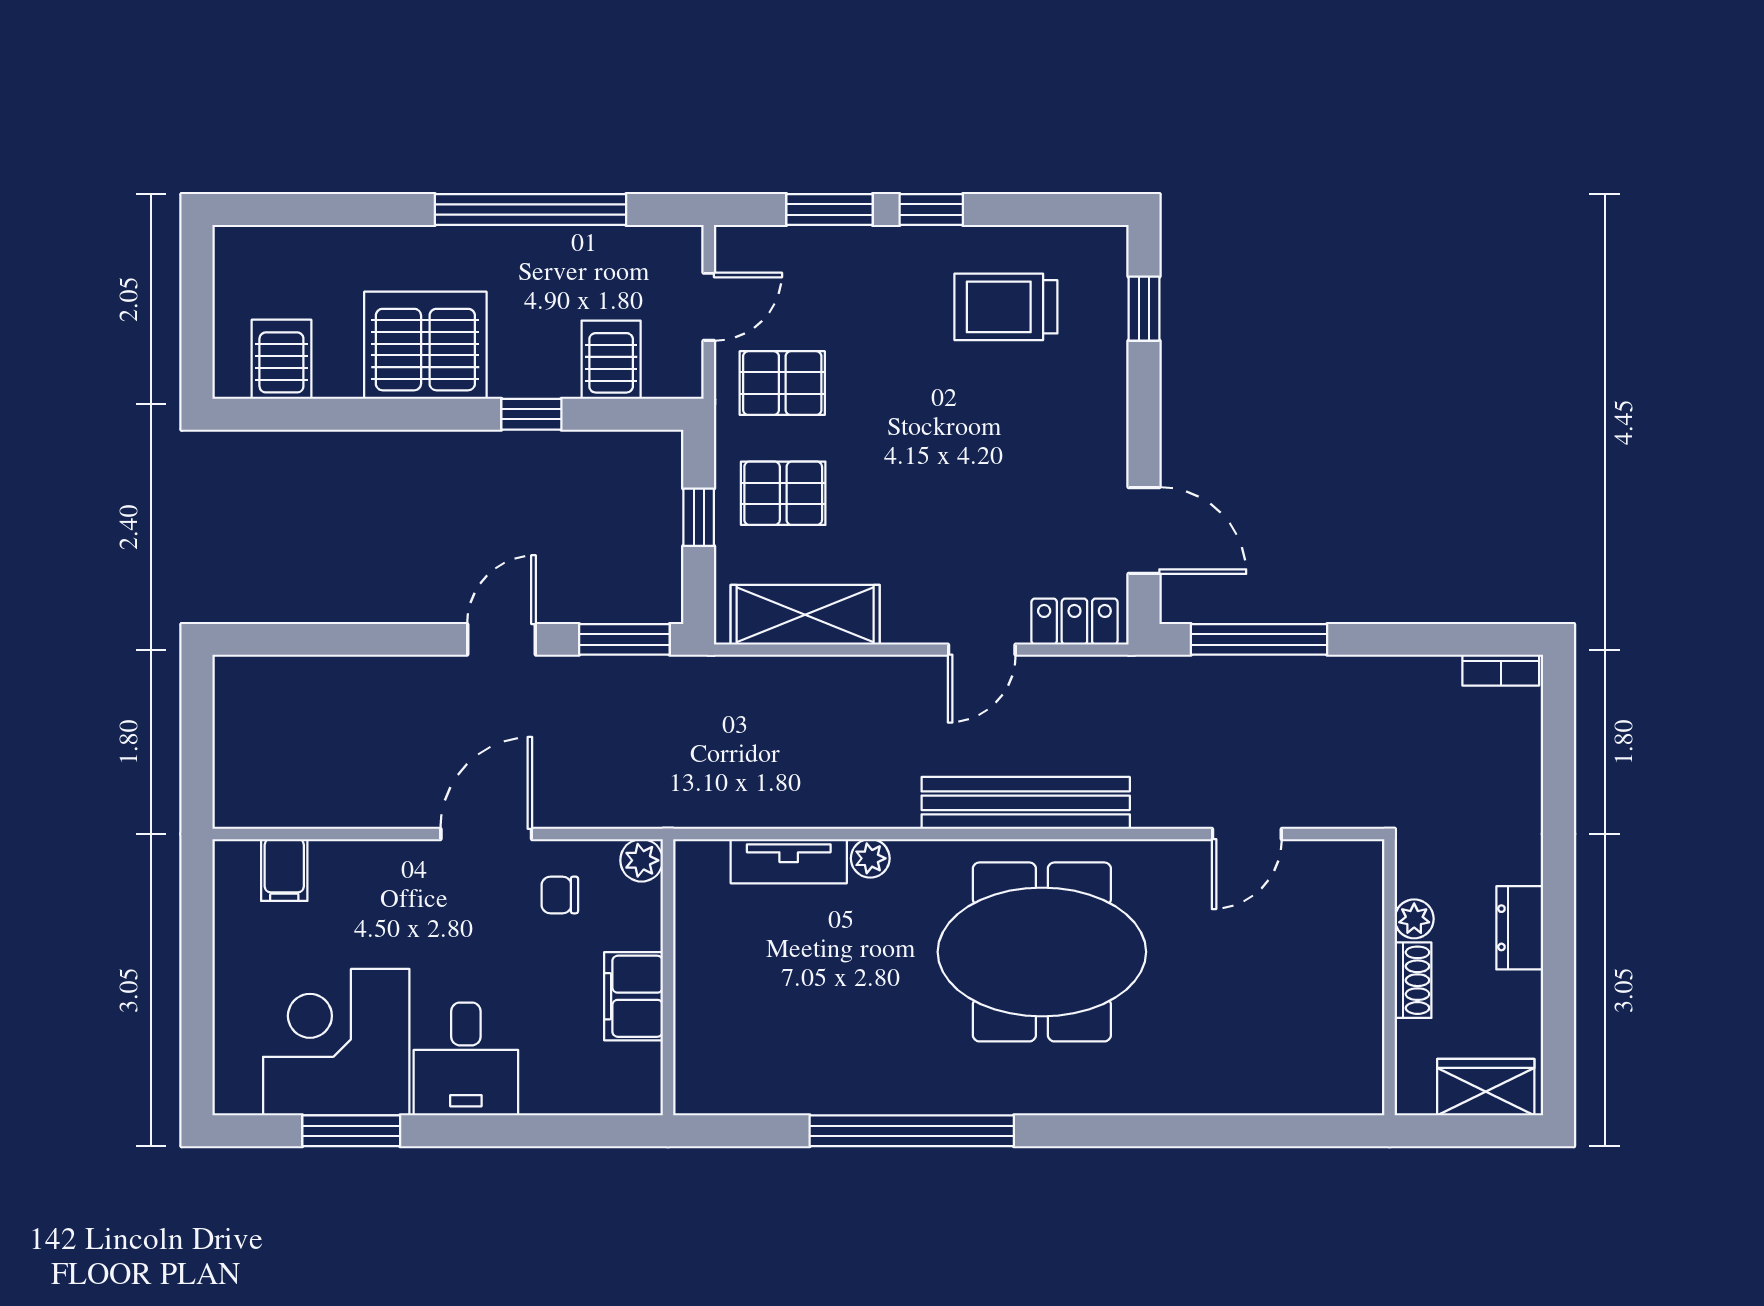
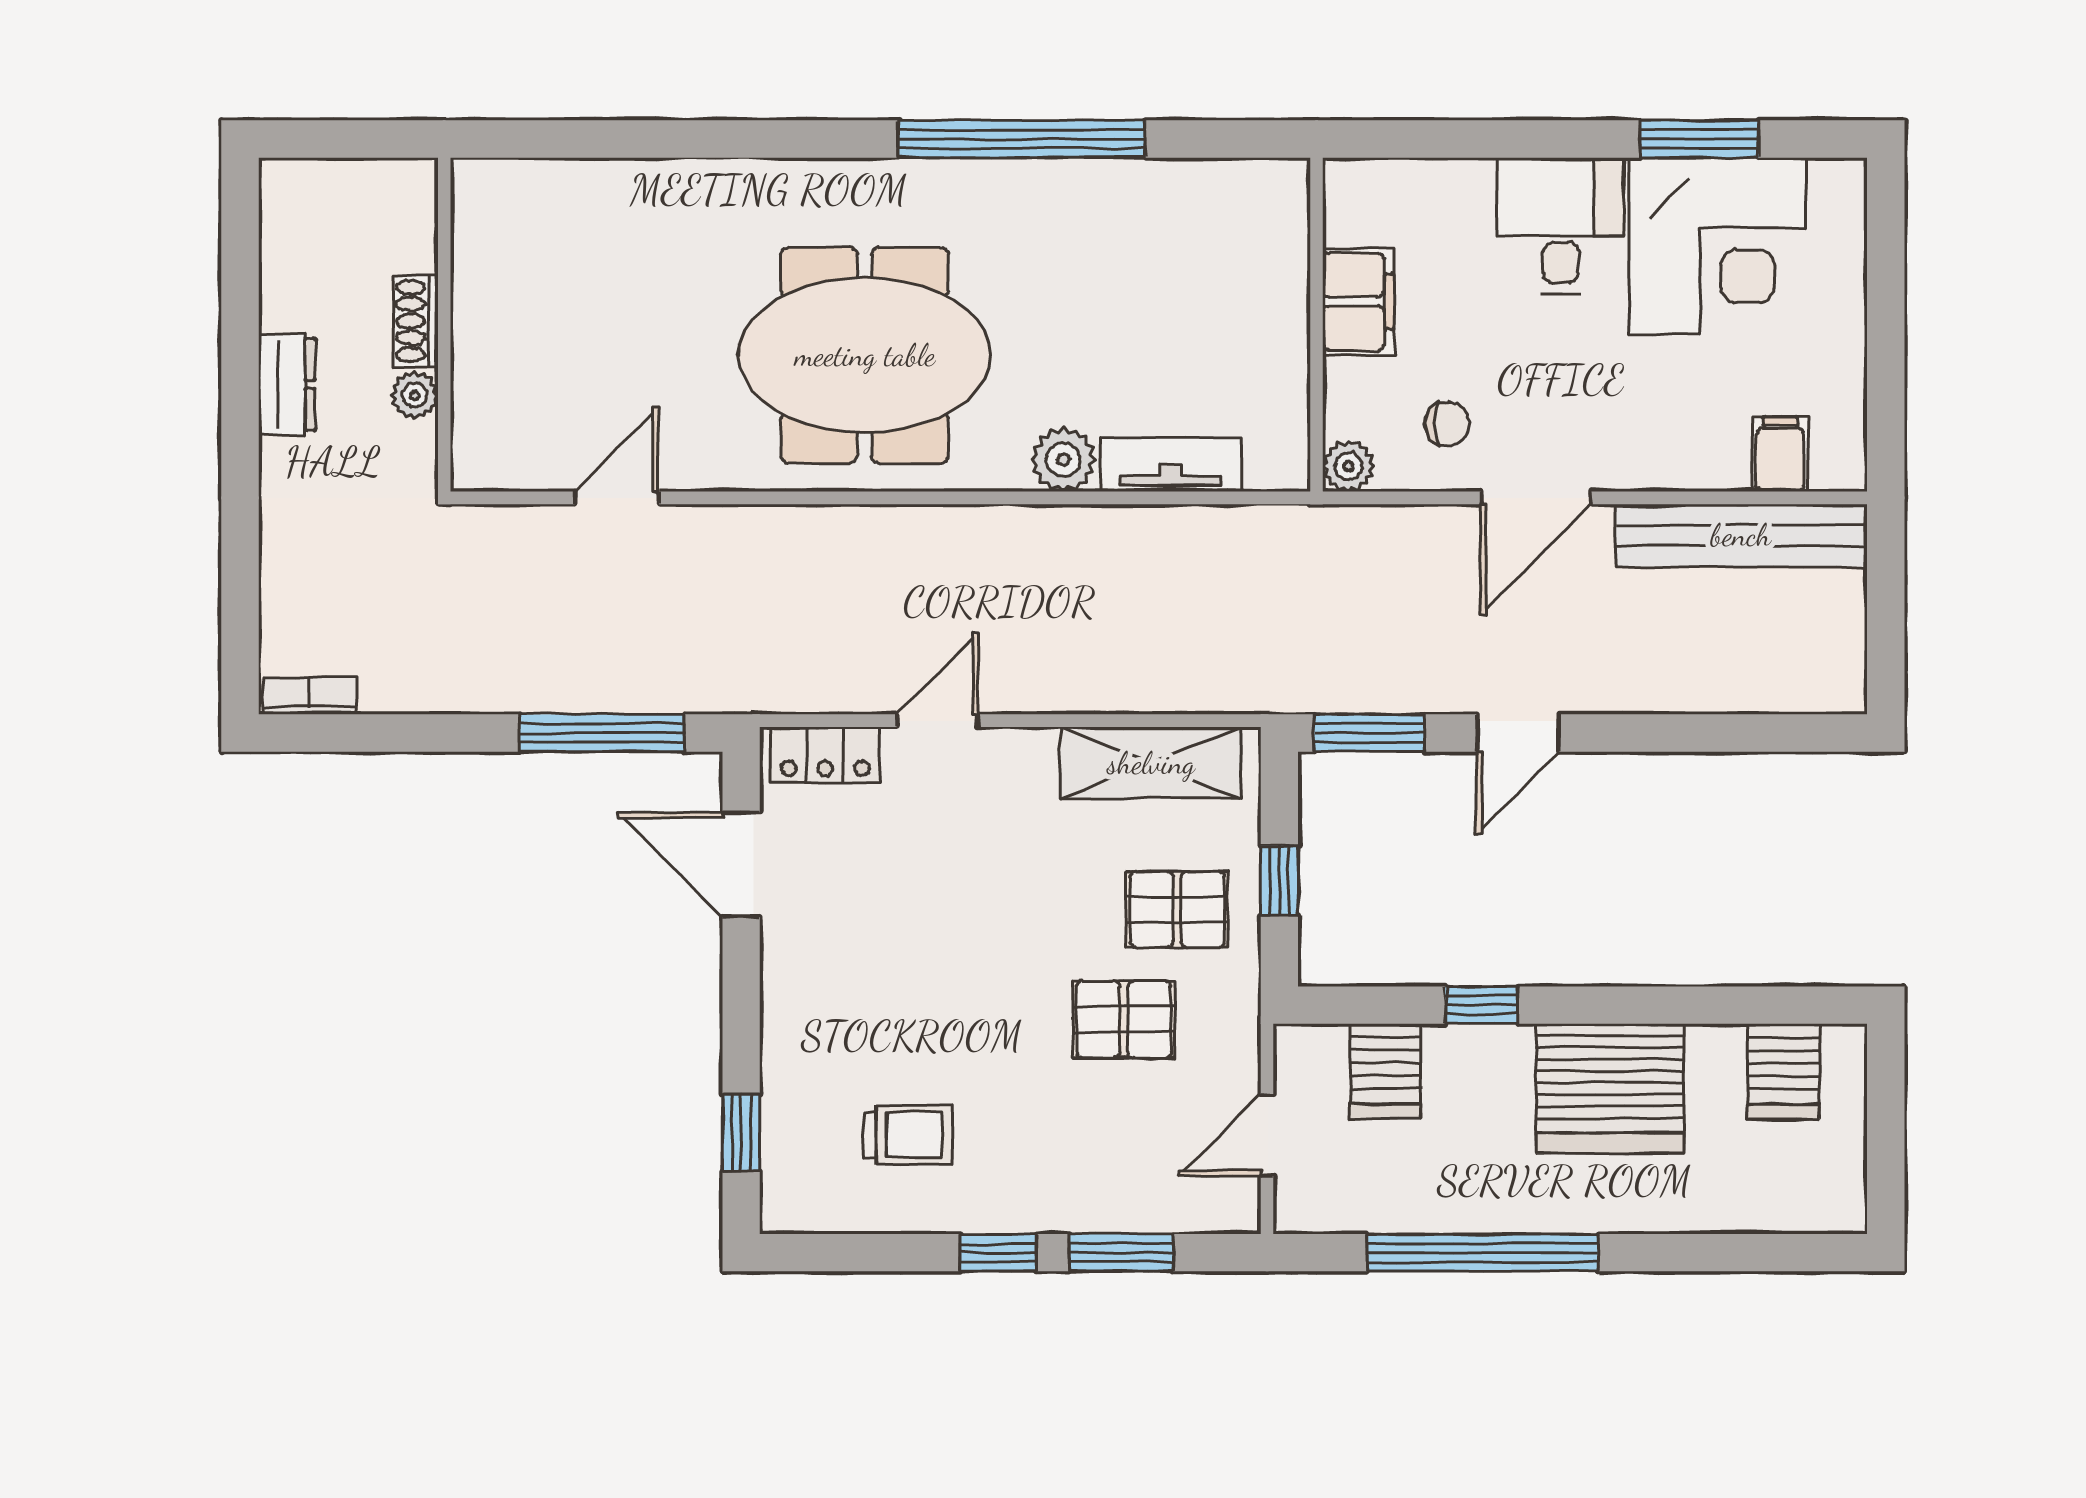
trolley: (1006, 307) -> (908, 1135), width x0.73, depth x0.72
pallet: (782, 383) -> (1124, 1019), moved
bench: (1026, 803) -> (1741, 535), moved
plant: (870, 858) -> (1063, 460), width x1.38, depth x1.38
wardrobe: (1486, 1087) -> (328, 192), removed

